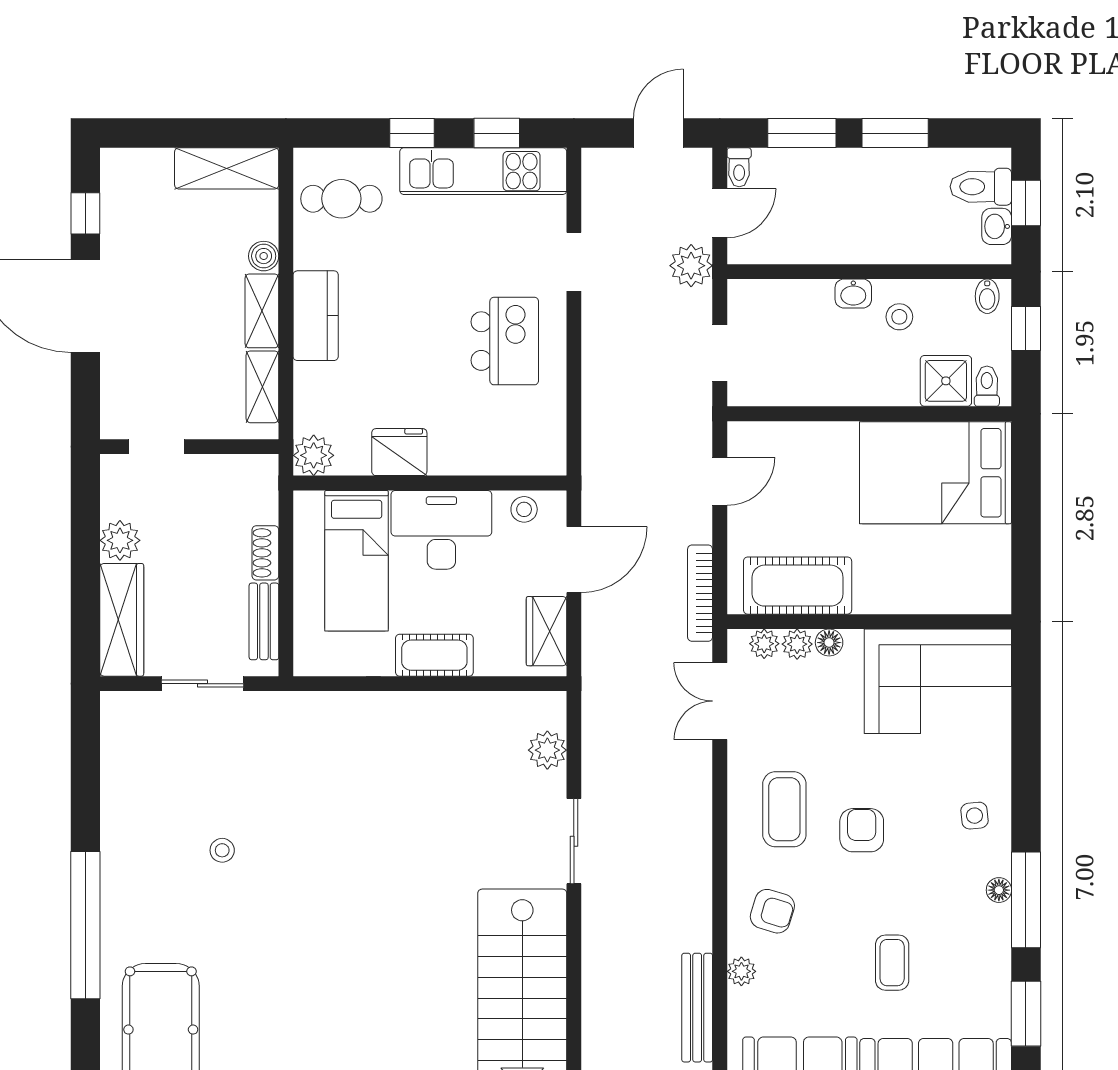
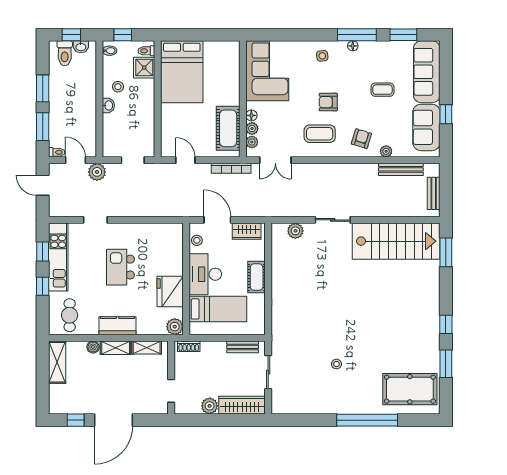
kitchen island: (505, 341) -> (120, 267), moved, turned -90
fridge: (399, 452) -> (170, 291), width x1.36, depth x1.34
shoe rack: (265, 553) -> (189, 346), moved

